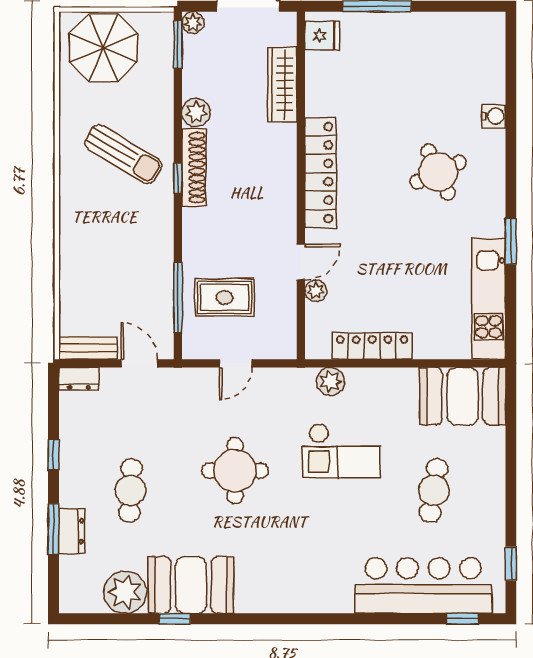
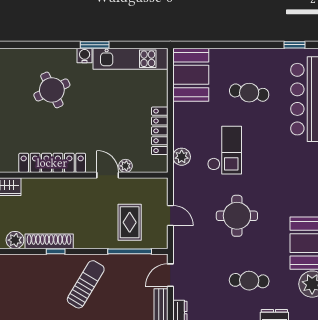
water cooler: (494, 116) -> (85, 56), moved
sun lounger: (123, 154) -> (86, 284), moved

